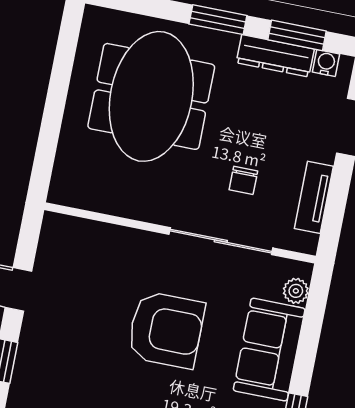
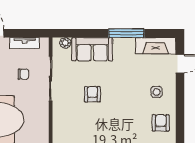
armchair: (166, 330) -> (92, 94), width x0.53, depth x0.53

